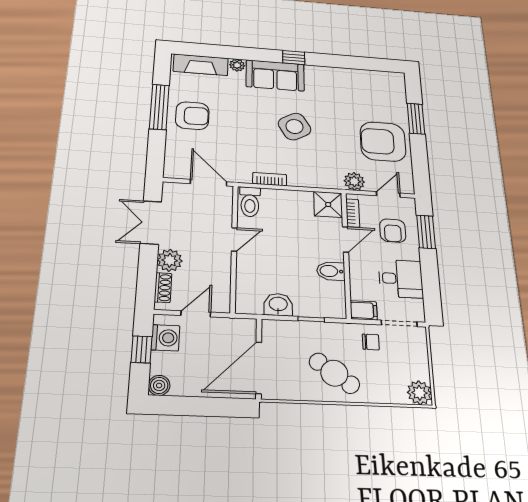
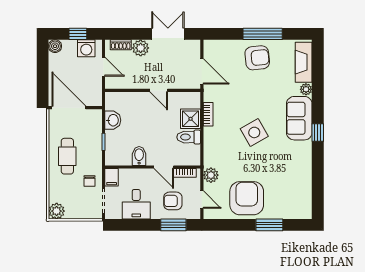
armchair: (192, 116) -> (257, 58), turned -96
door: (209, 183) -> (202, 71), hinge flipped
toilet: (250, 202) -> (189, 137), moved
shower: (328, 204) -> (191, 119), moved
cafe table: (334, 373) -> (67, 156), turned -35

